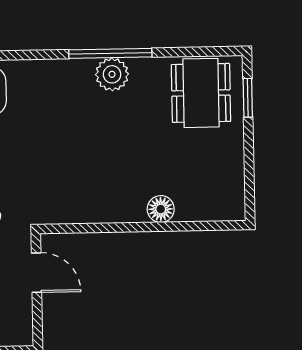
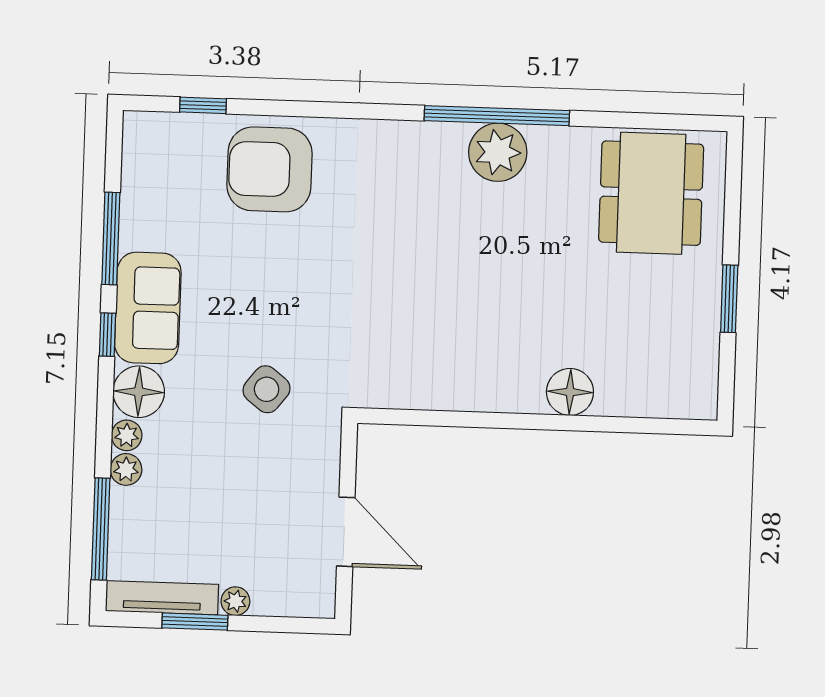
window: (248, 98) -> (729, 299), moved
door: (36, 273) -> (346, 532), moved

